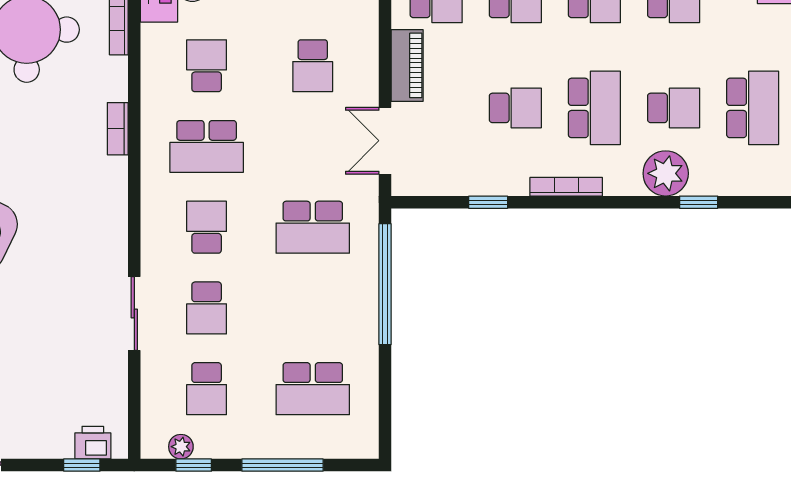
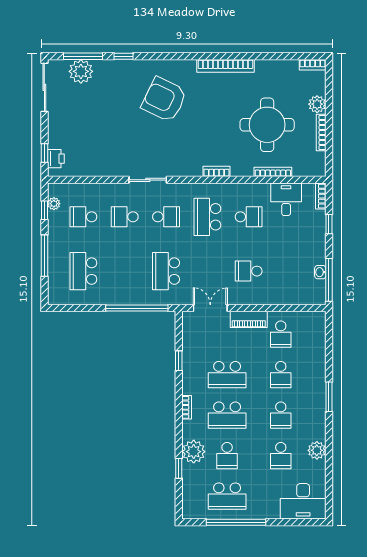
school desk: (515, 108) -> (227, 375), width x1.85
bookcase: (566, 187) -> (187, 407), width x0.64
sliding door: (134, 314) -> (148, 180), moved

